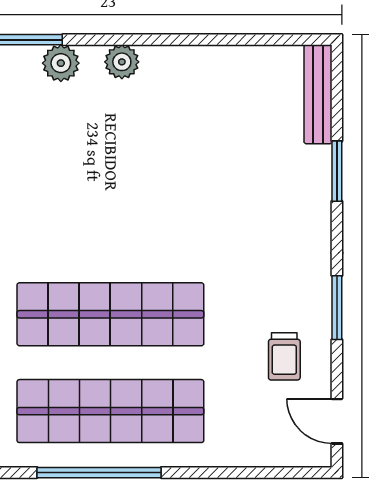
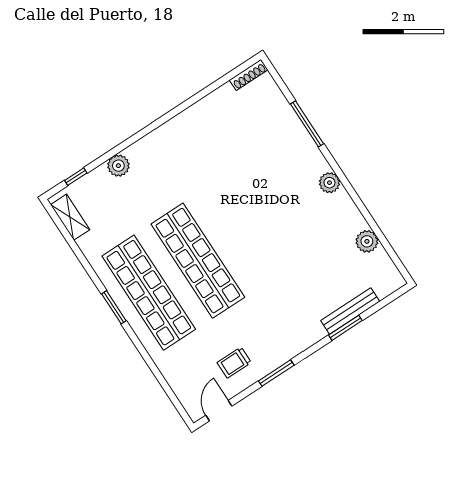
plant: (61, 63) -> (367, 241), moved
bench: (318, 94) -> (350, 311), moved
window: (99, 473) -> (114, 307), width x0.47

